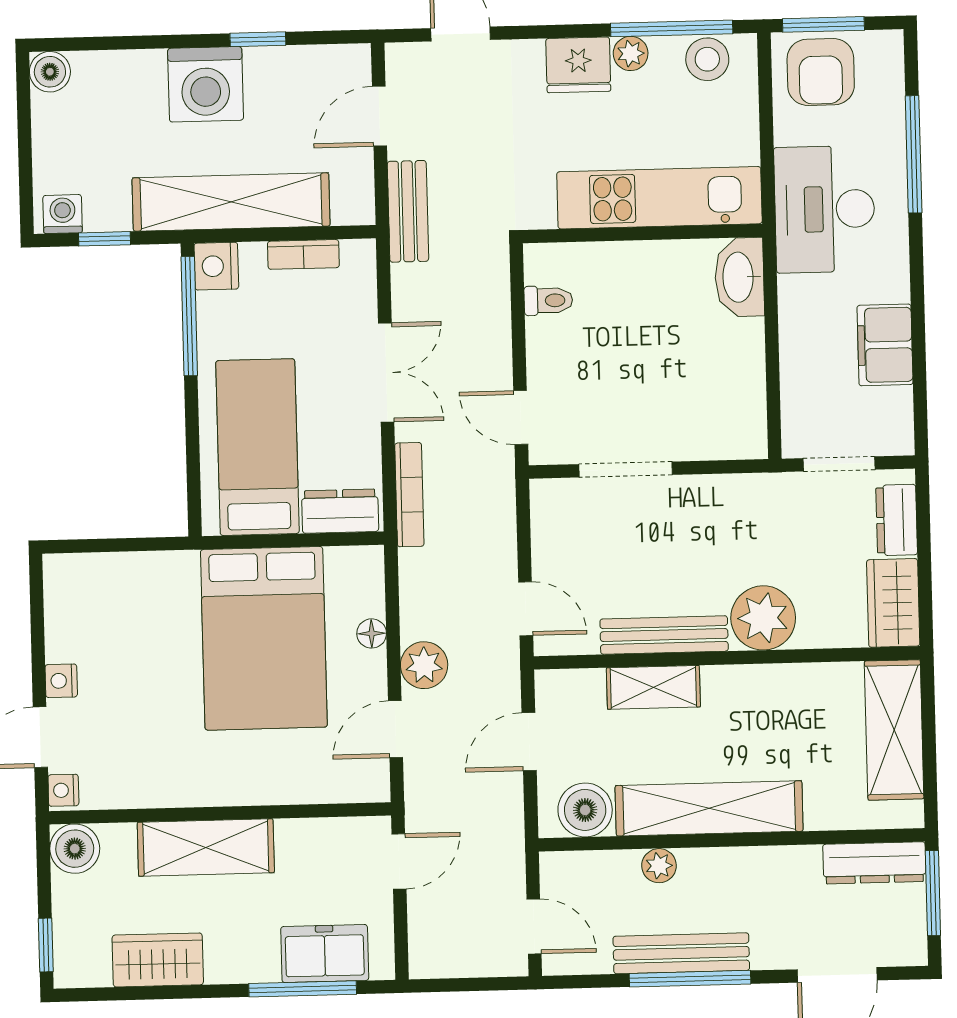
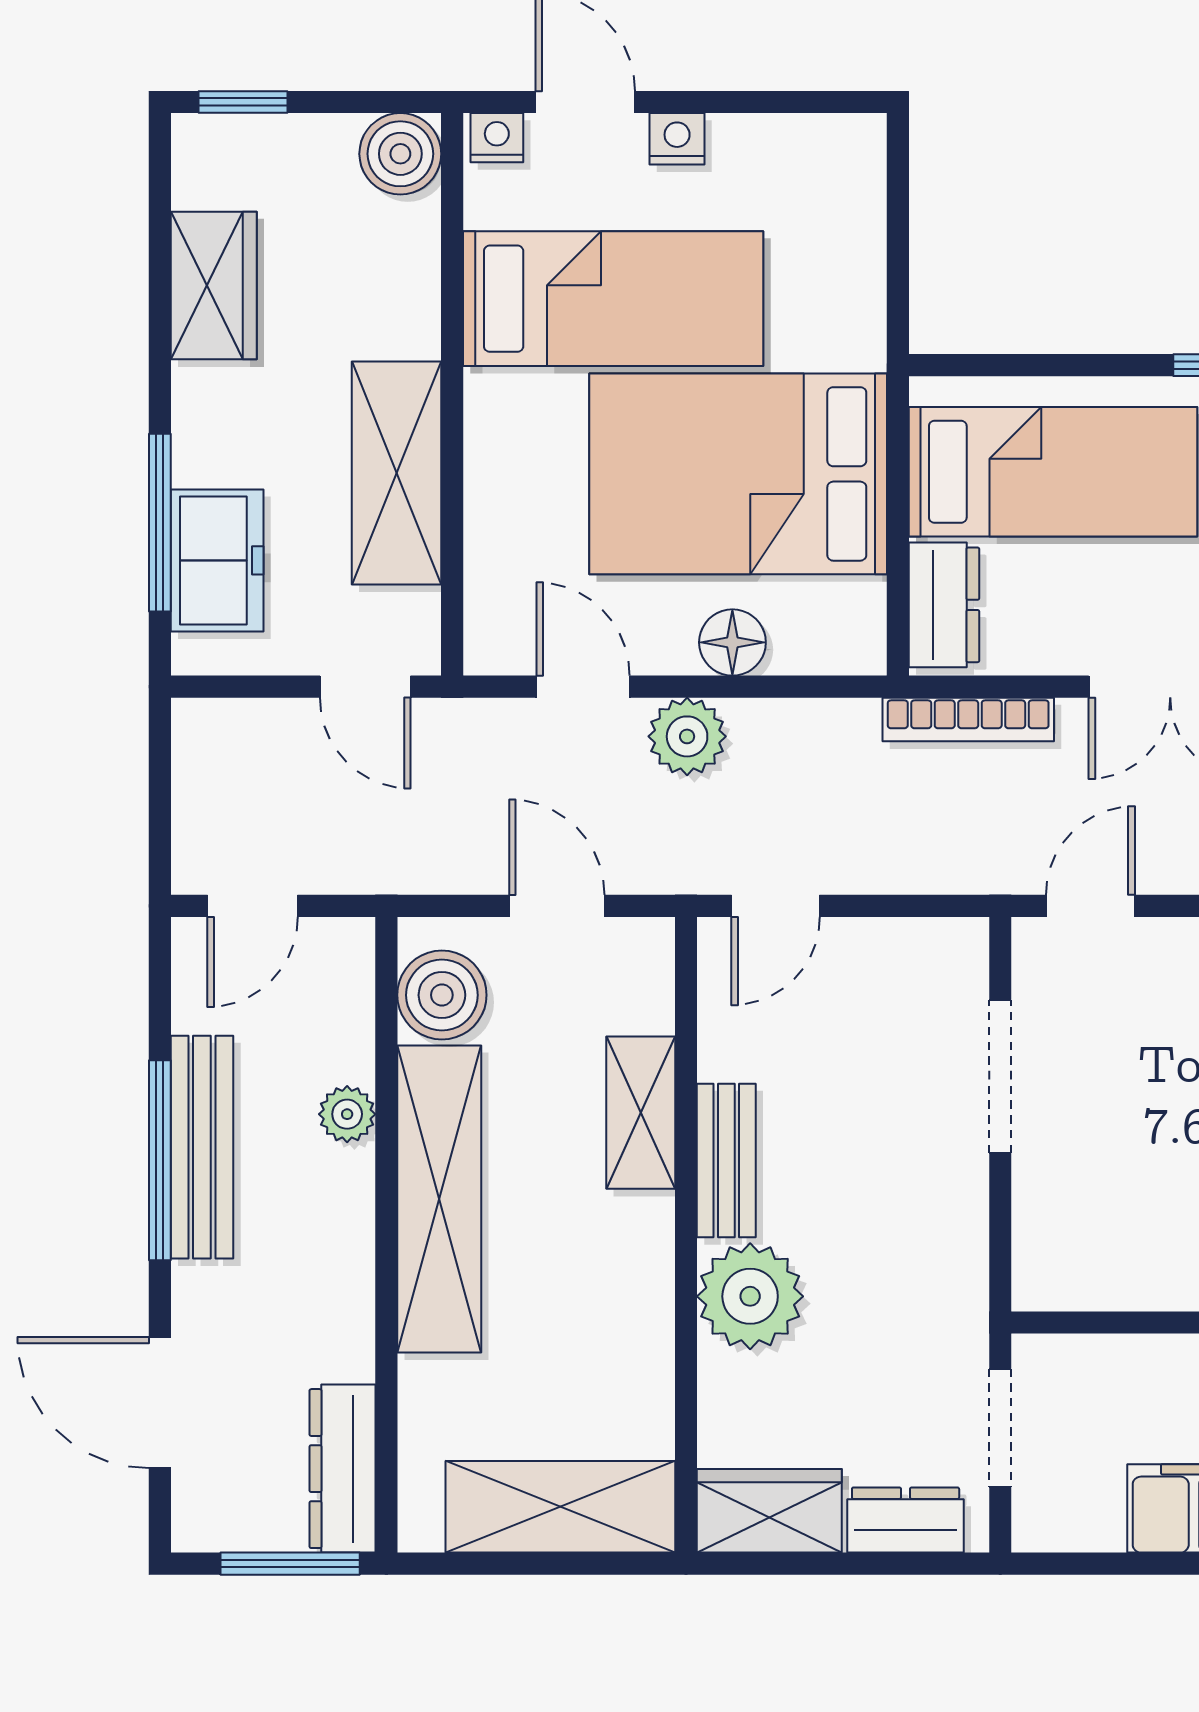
floor lamp: (372, 633) -> (732, 642), width x1.37, depth x1.37
bench: (664, 635) -> (726, 1160), width x0.73
bed: (159, 717) -> (613, 299), added
shelving: (206, 848) -> (397, 473), moved

